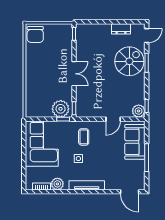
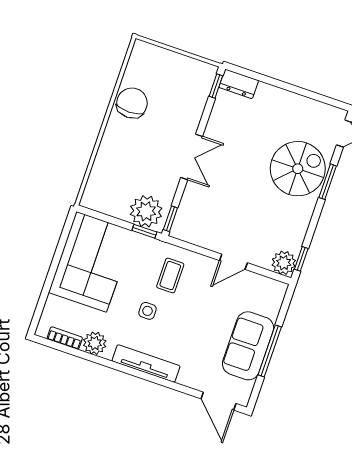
dresser: (121, 29) -> (239, 84), moved
chair: (35, 34) -> (132, 103), moved, turned 180
sofa: (135, 142) -> (248, 346), moved

